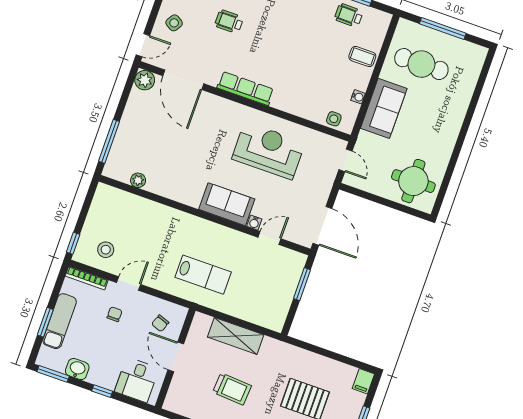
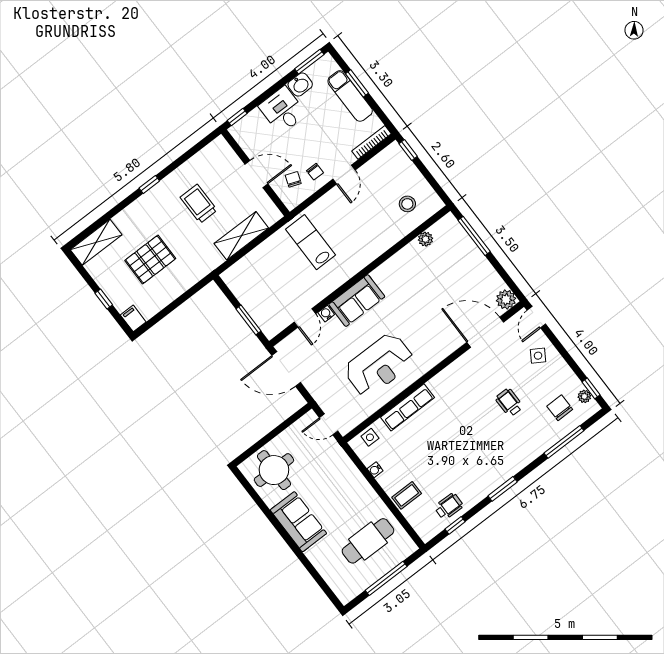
wheelchair: (229, 22) -> (509, 402), turned -90
row of seats: (245, 89) -> (408, 407), moved
sofa: (384, 108) -> (298, 522), moved, turned 180
stool: (106, 250) -> (407, 204), moved
lab bench: (203, 275) -> (311, 242), turned 90
chair: (115, 314) -> (315, 172), moved
desk: (137, 380) -> (283, 110), moved
trolley: (232, 389) -> (199, 204), turned 86
window: (102, 391) -> (237, 117), moved

